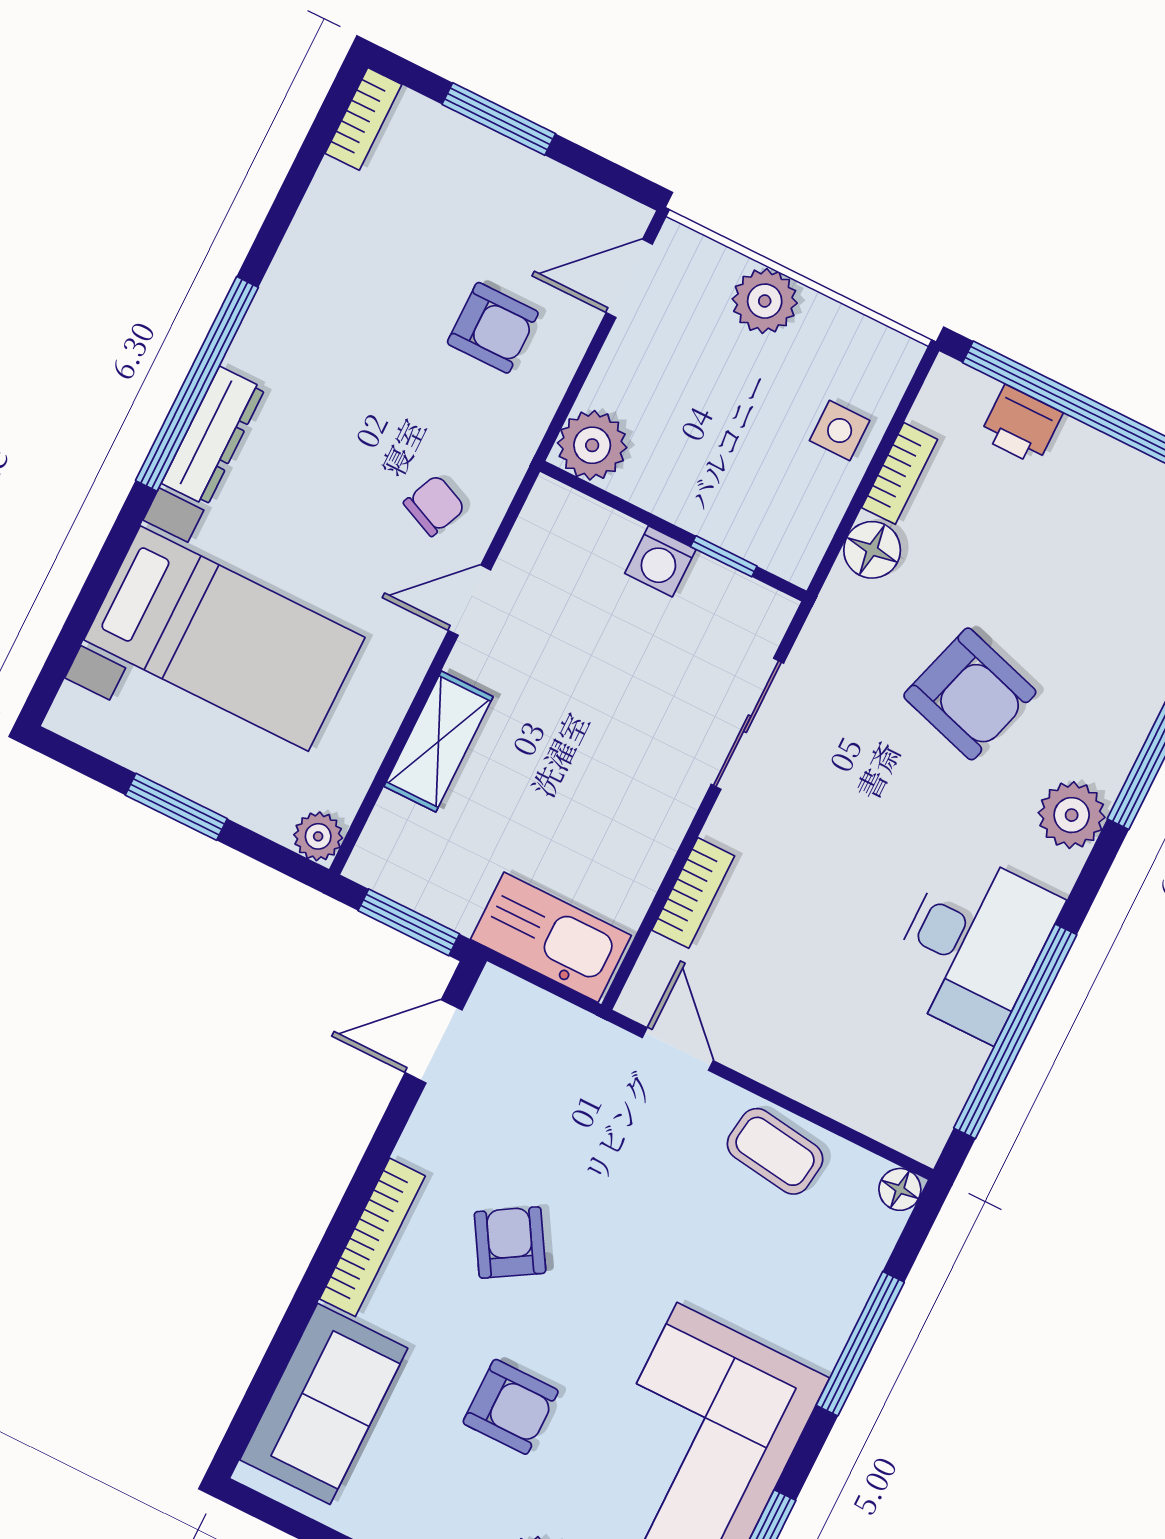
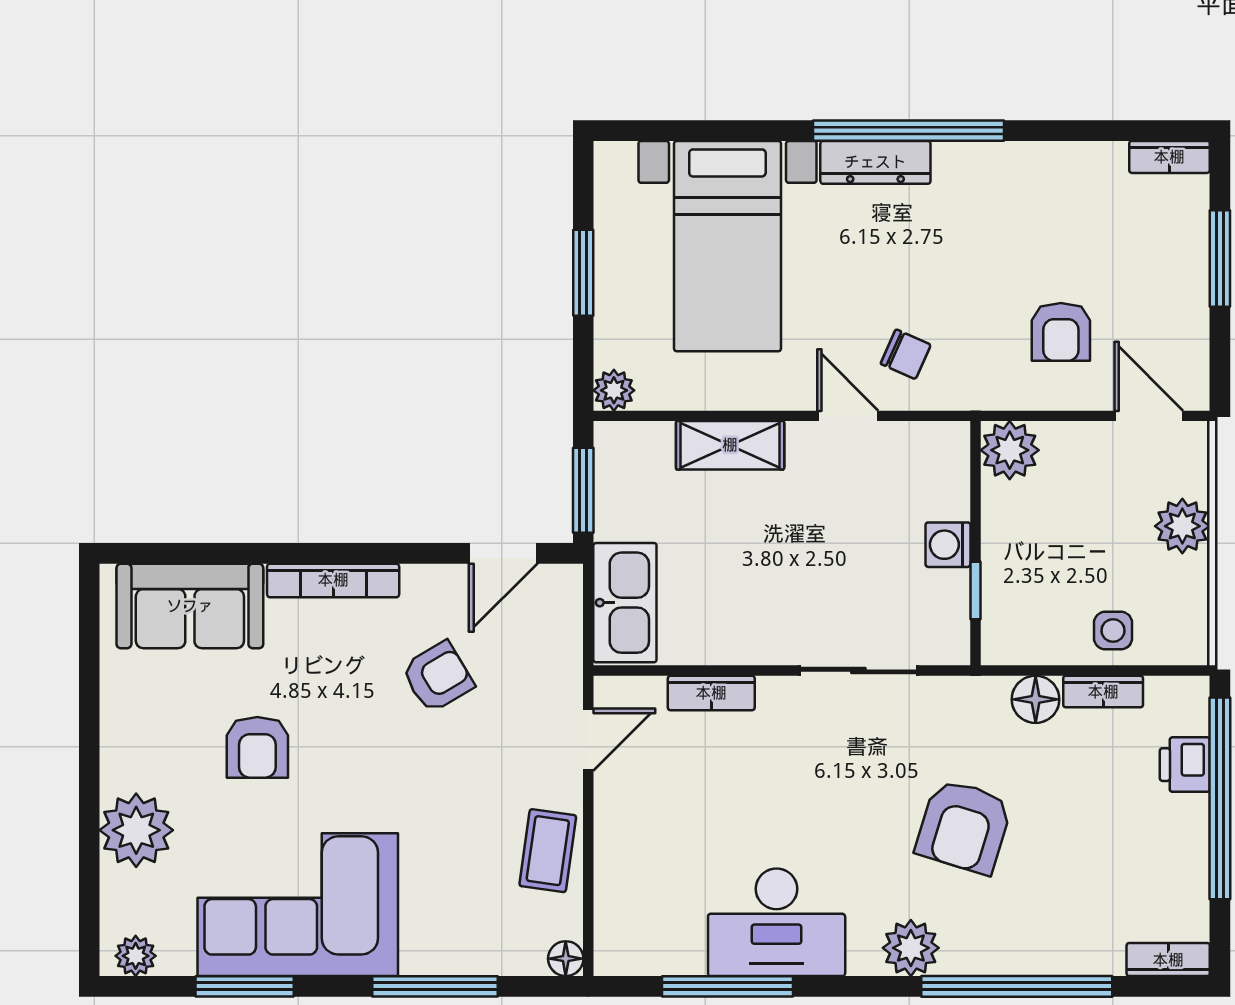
window: (1015, 1031) -> (727, 986), width x0.68
door: (434, 1041) -> (503, 553), swing flipped
armchair: (510, 1242) -> (438, 677), moved

